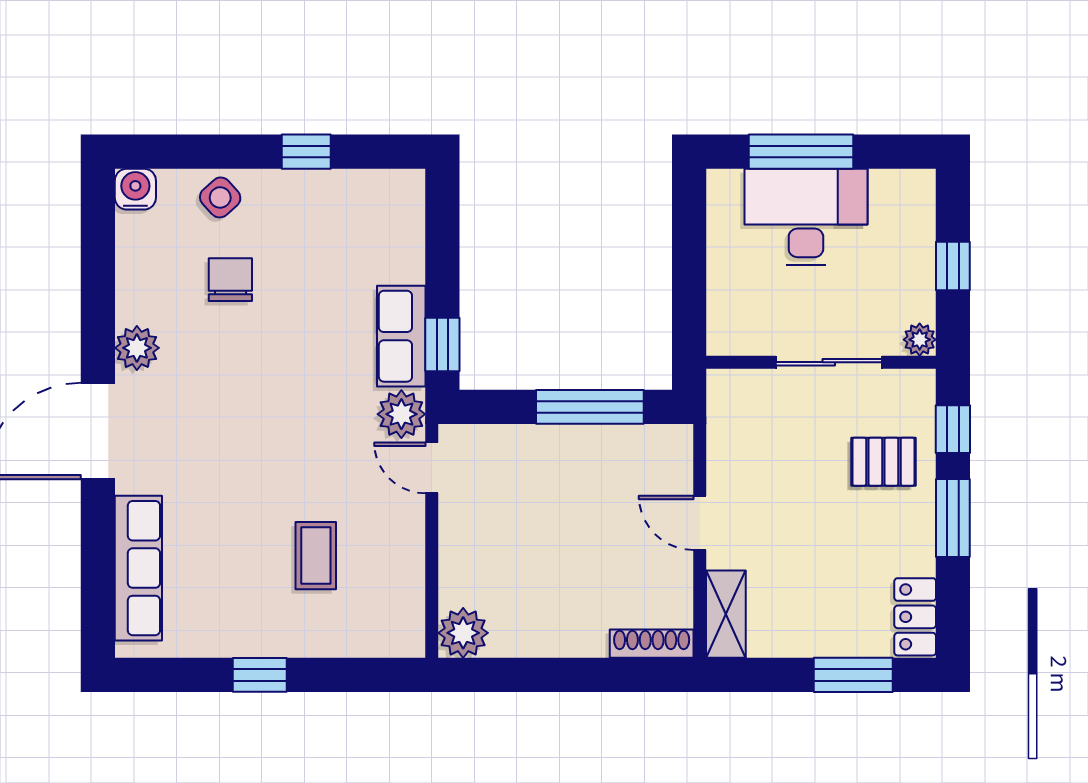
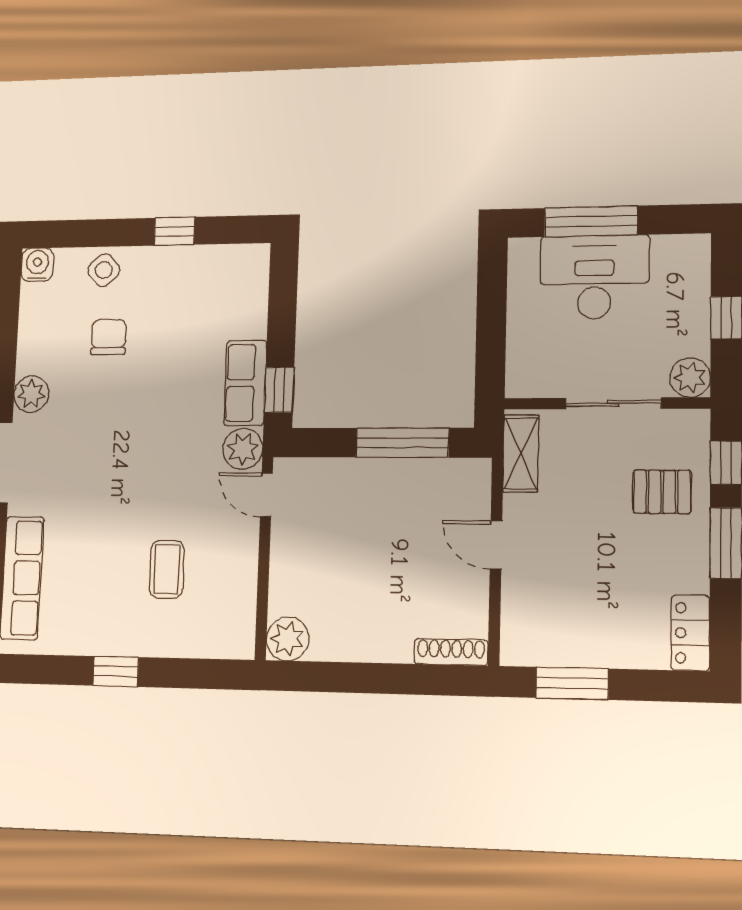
plant: (920, 340) -> (690, 378), width x1.38, depth x1.38
shelving: (726, 614) -> (521, 454), moved
window: (853, 675) -> (572, 683), moved

